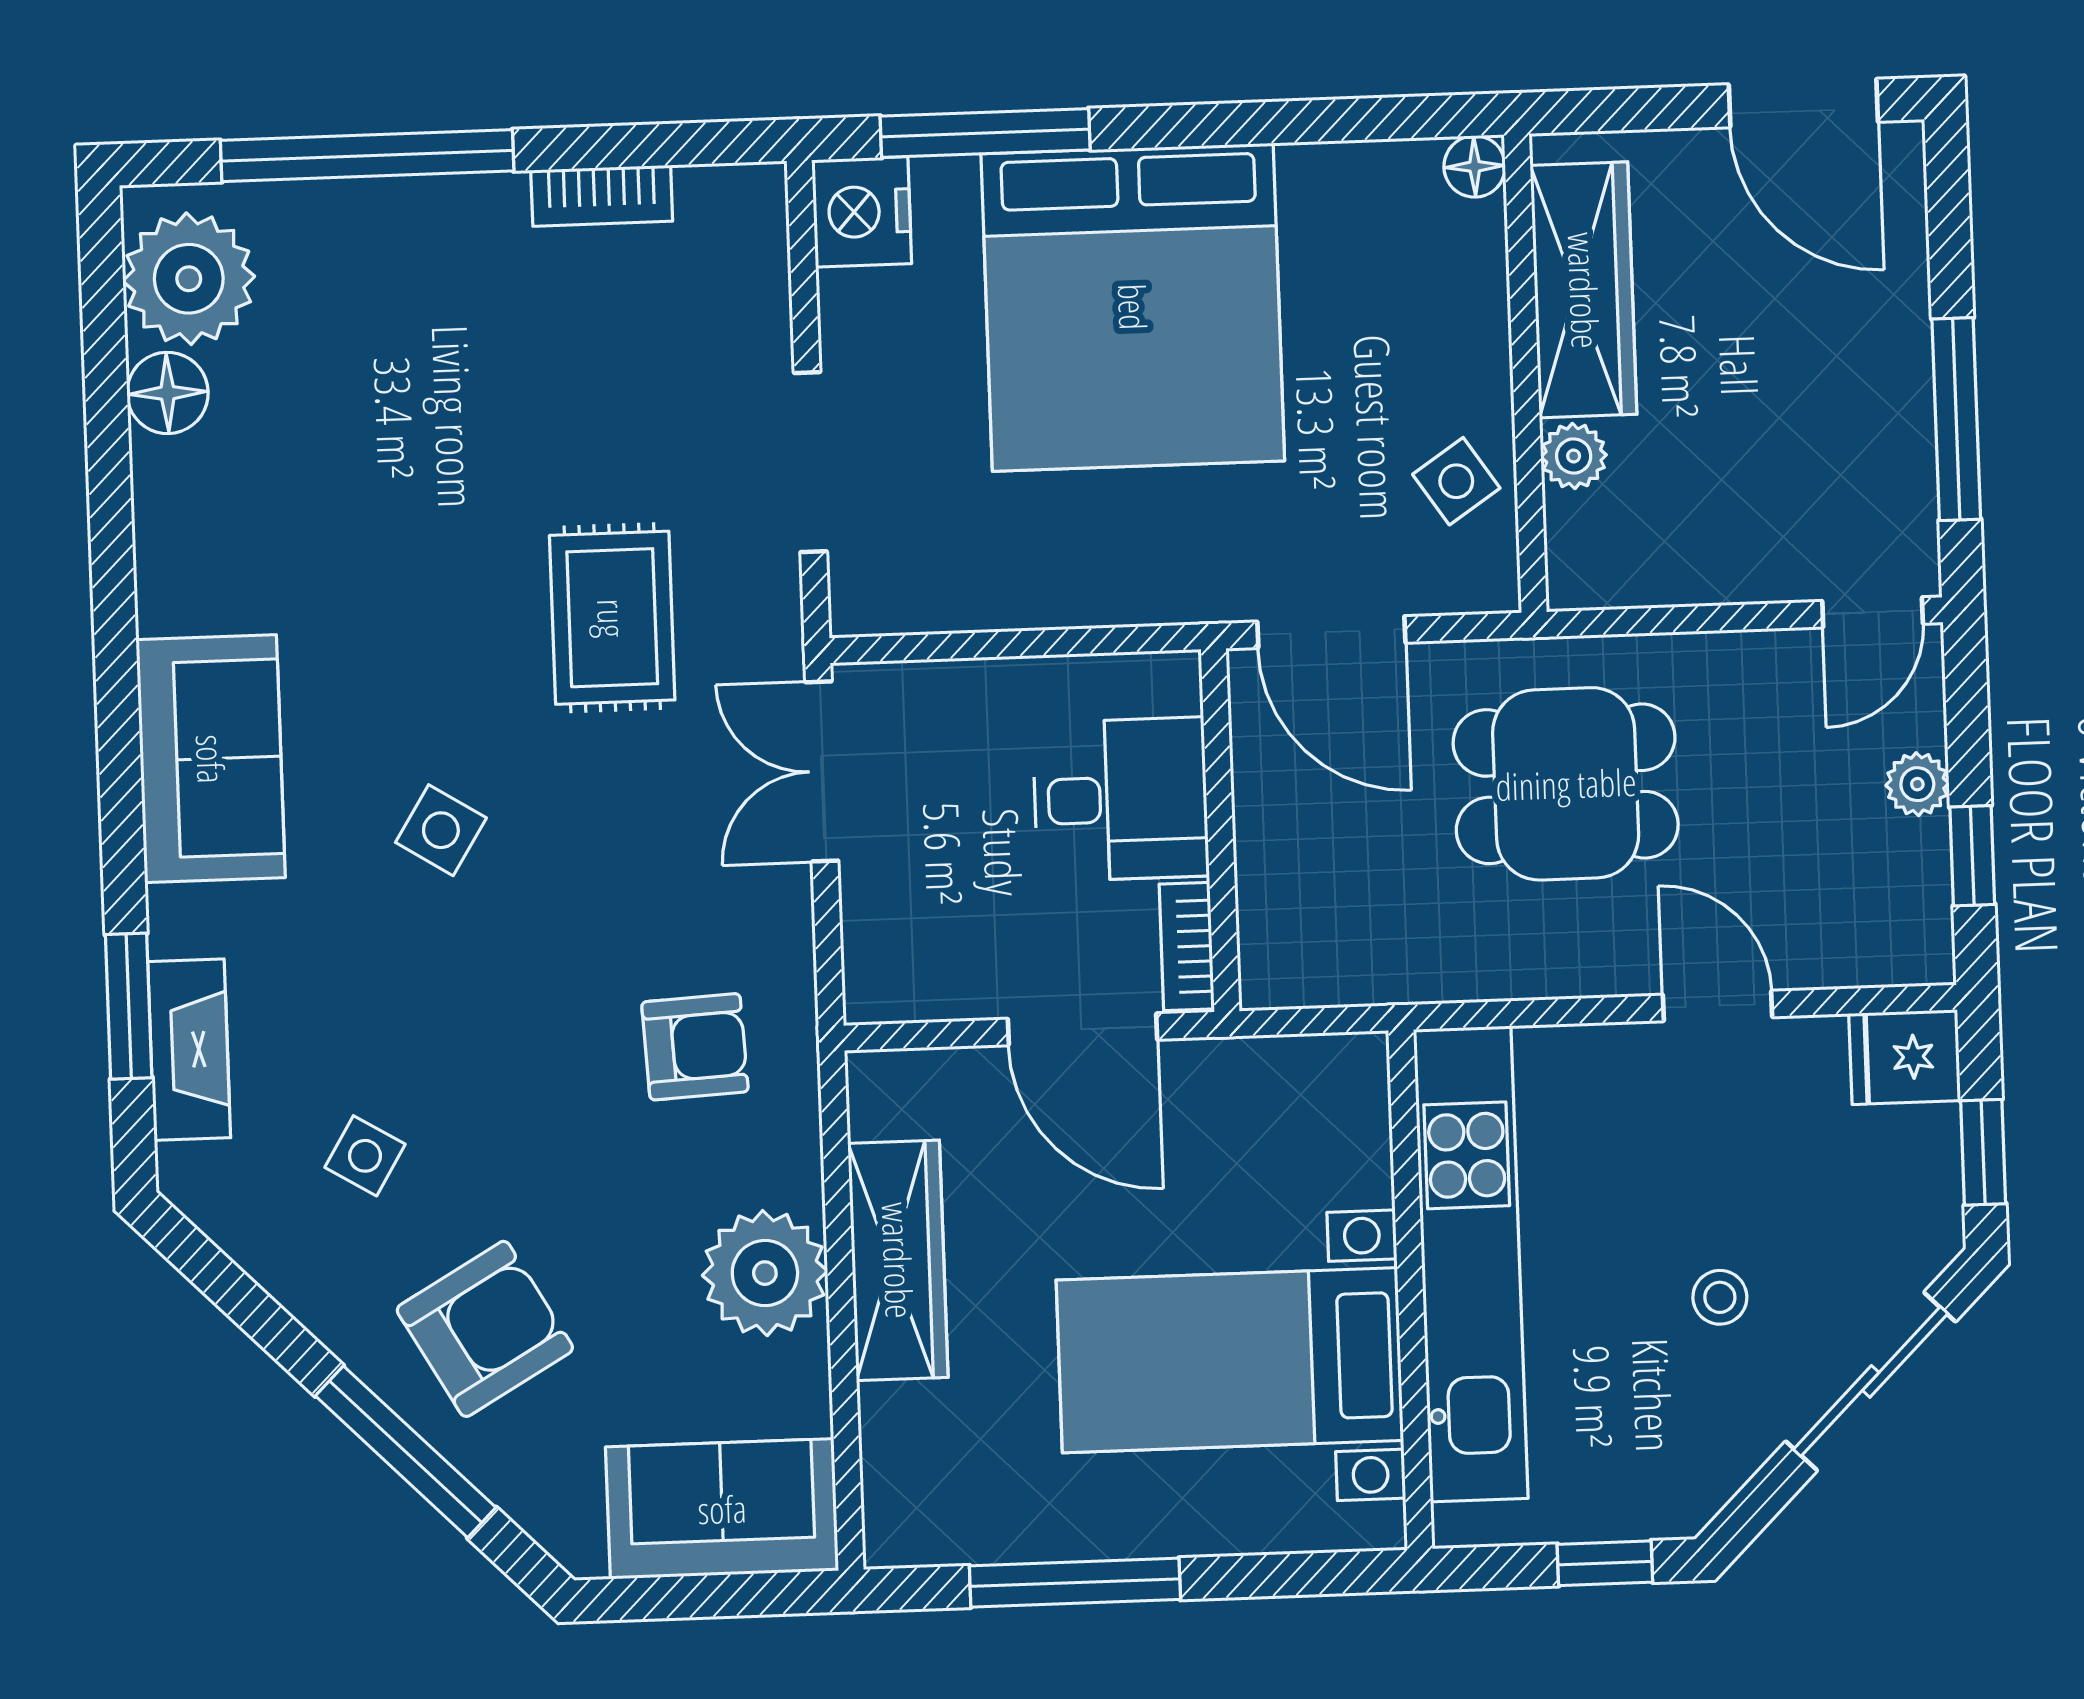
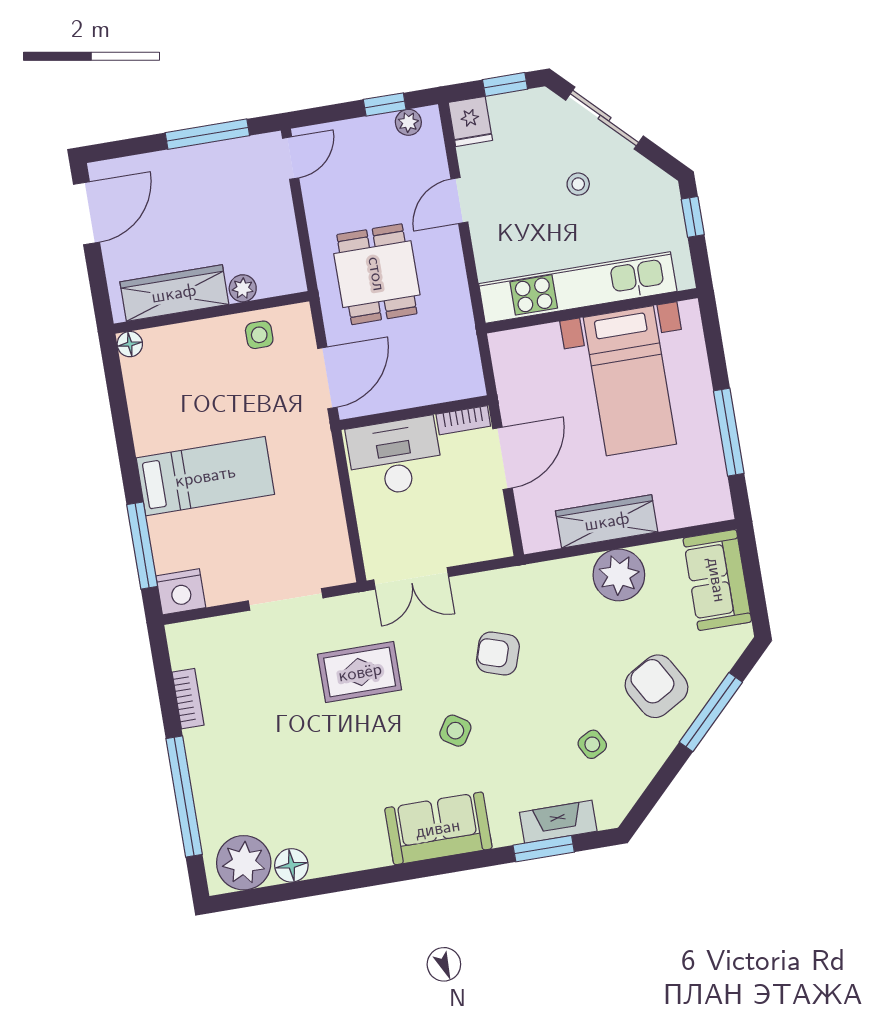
bed: (1133, 307) -> (205, 476), width x0.49
side table: (1456, 481) -> (259, 335), turned 34
door: (1873, 612) -> (291, 158), hinge flipped
plant: (1917, 784) -> (408, 122), moved
desk: (1121, 799) -> (395, 457), width x1.37
armchair: (695, 1047) -> (498, 653), moved, turned -69
side table: (365, 1156) -> (592, 744), turned 31

